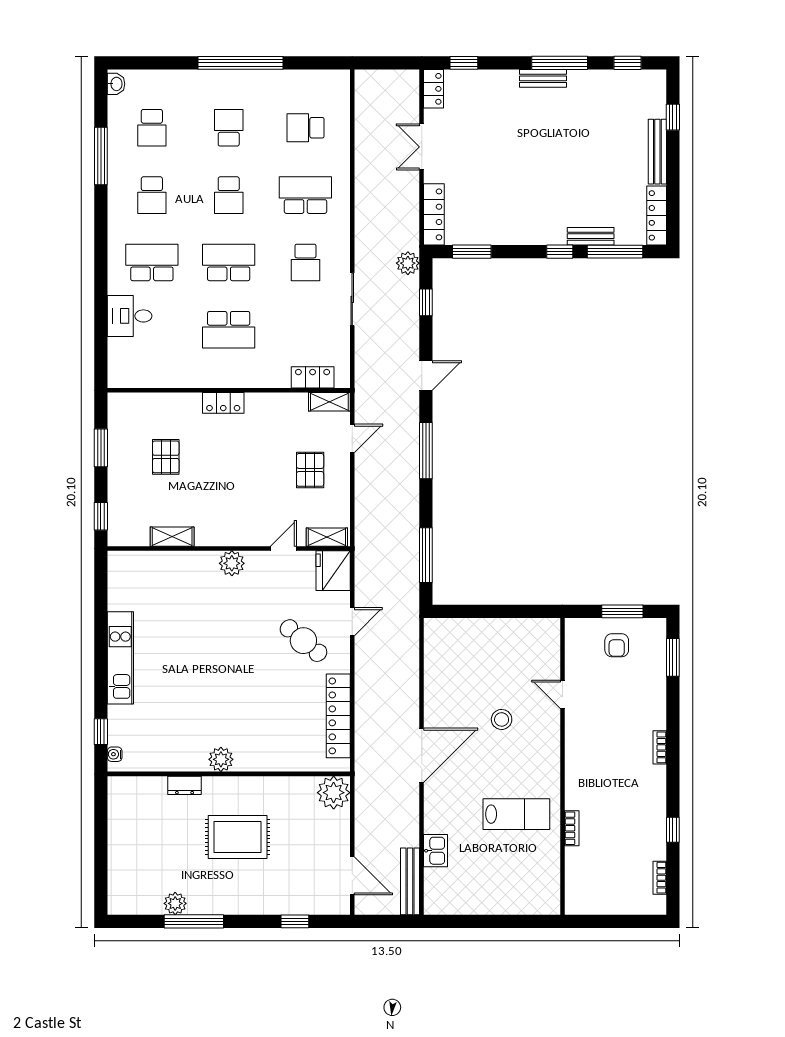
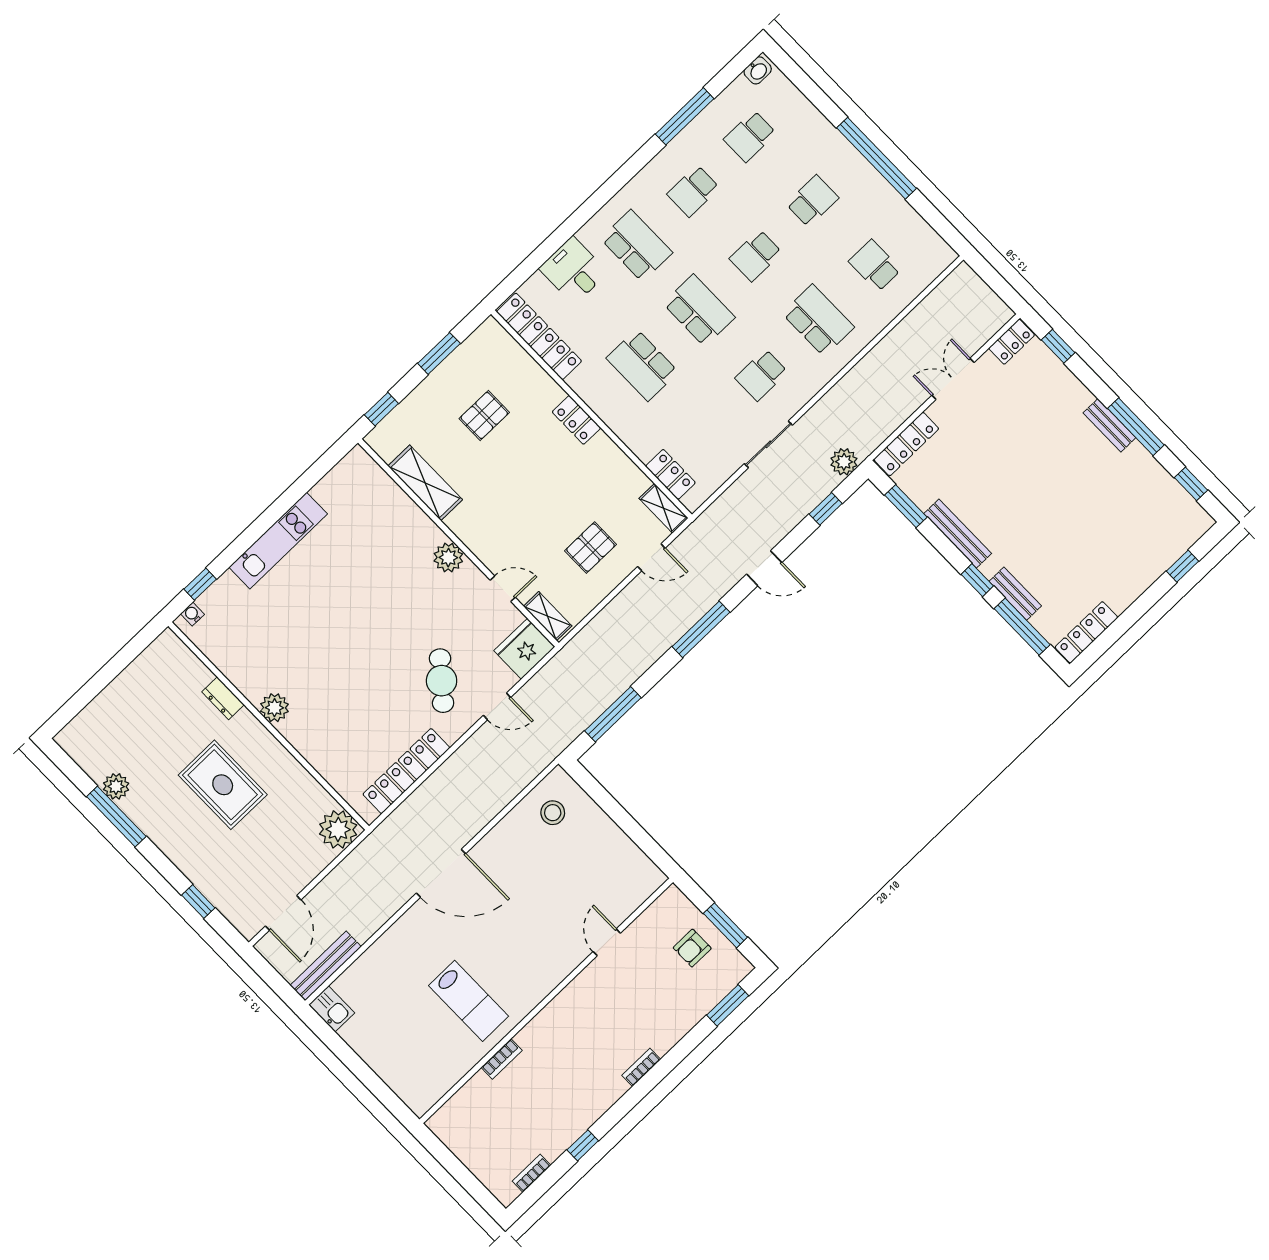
bench: (657, 152) -> (958, 534), moved, turned 90
locker: (150, 376) -> (539, 336), added
shelving: (172, 537) -> (425, 483), width x1.50, depth x1.33
stool: (502, 719) -> (553, 813), moved
kitchen sink: (436, 851) -> (332, 1009), moved, turned -90

